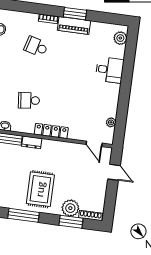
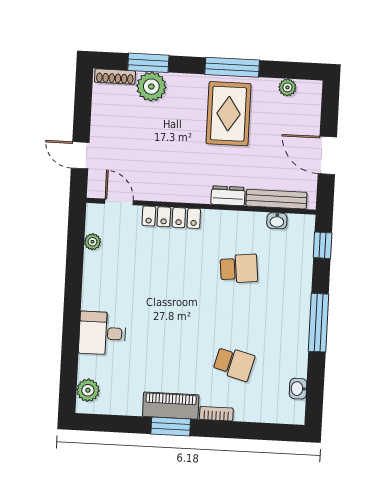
locker: (51, 131) -> (171, 217), moved
rug: (40, 189) -> (229, 114), moved

